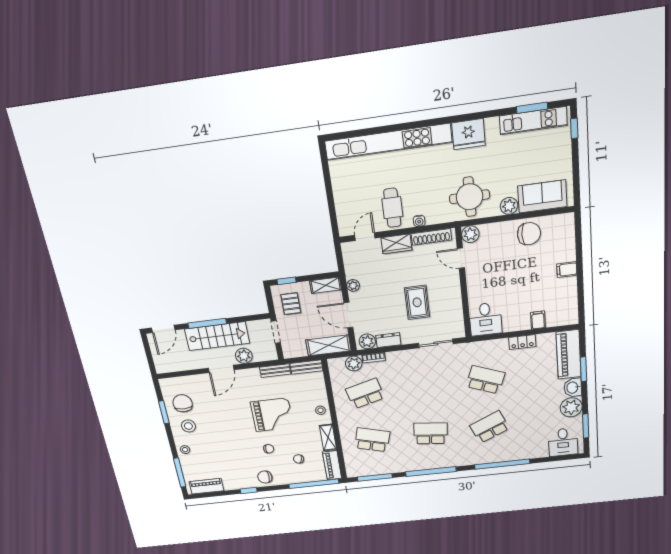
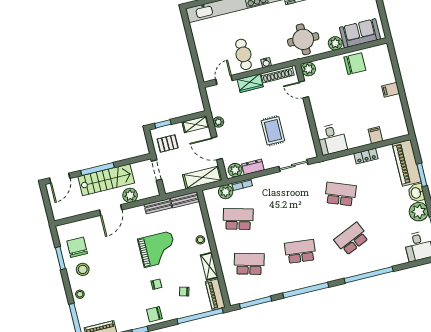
pallet: (291, 304) -> (168, 143), turned 90
school desk: (365, 393) -> (238, 219), turned 30

